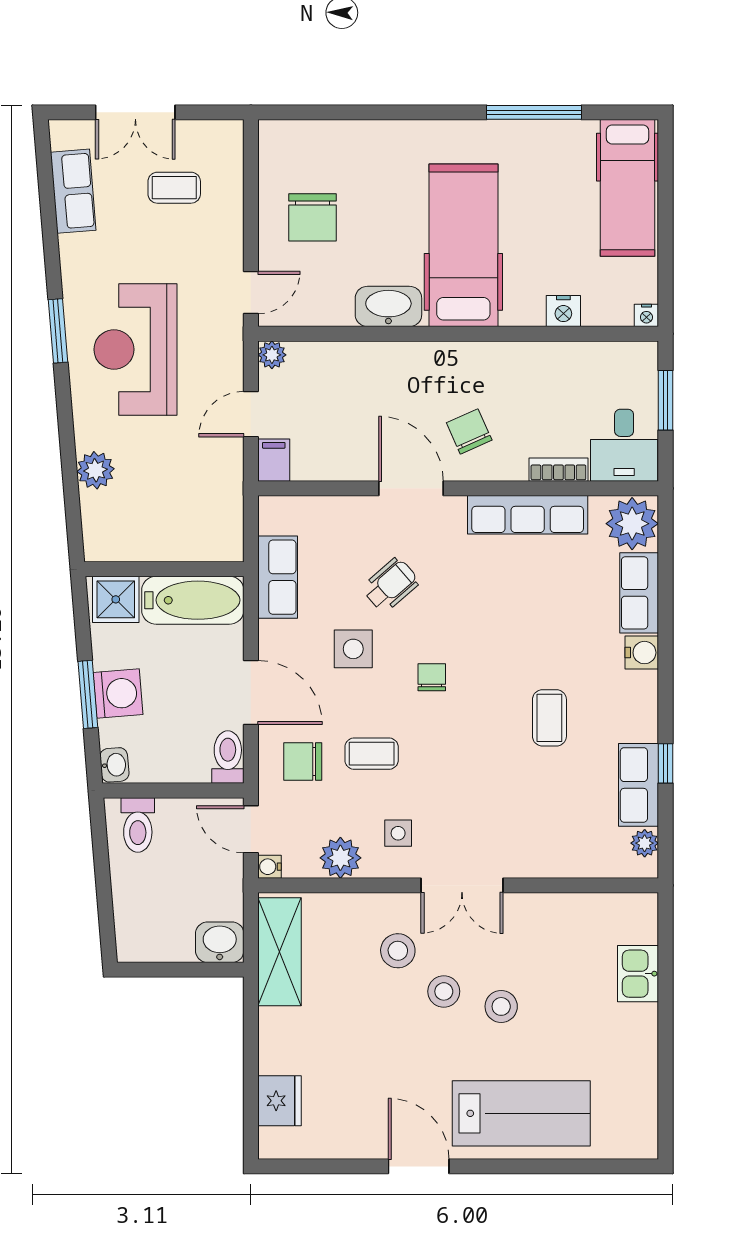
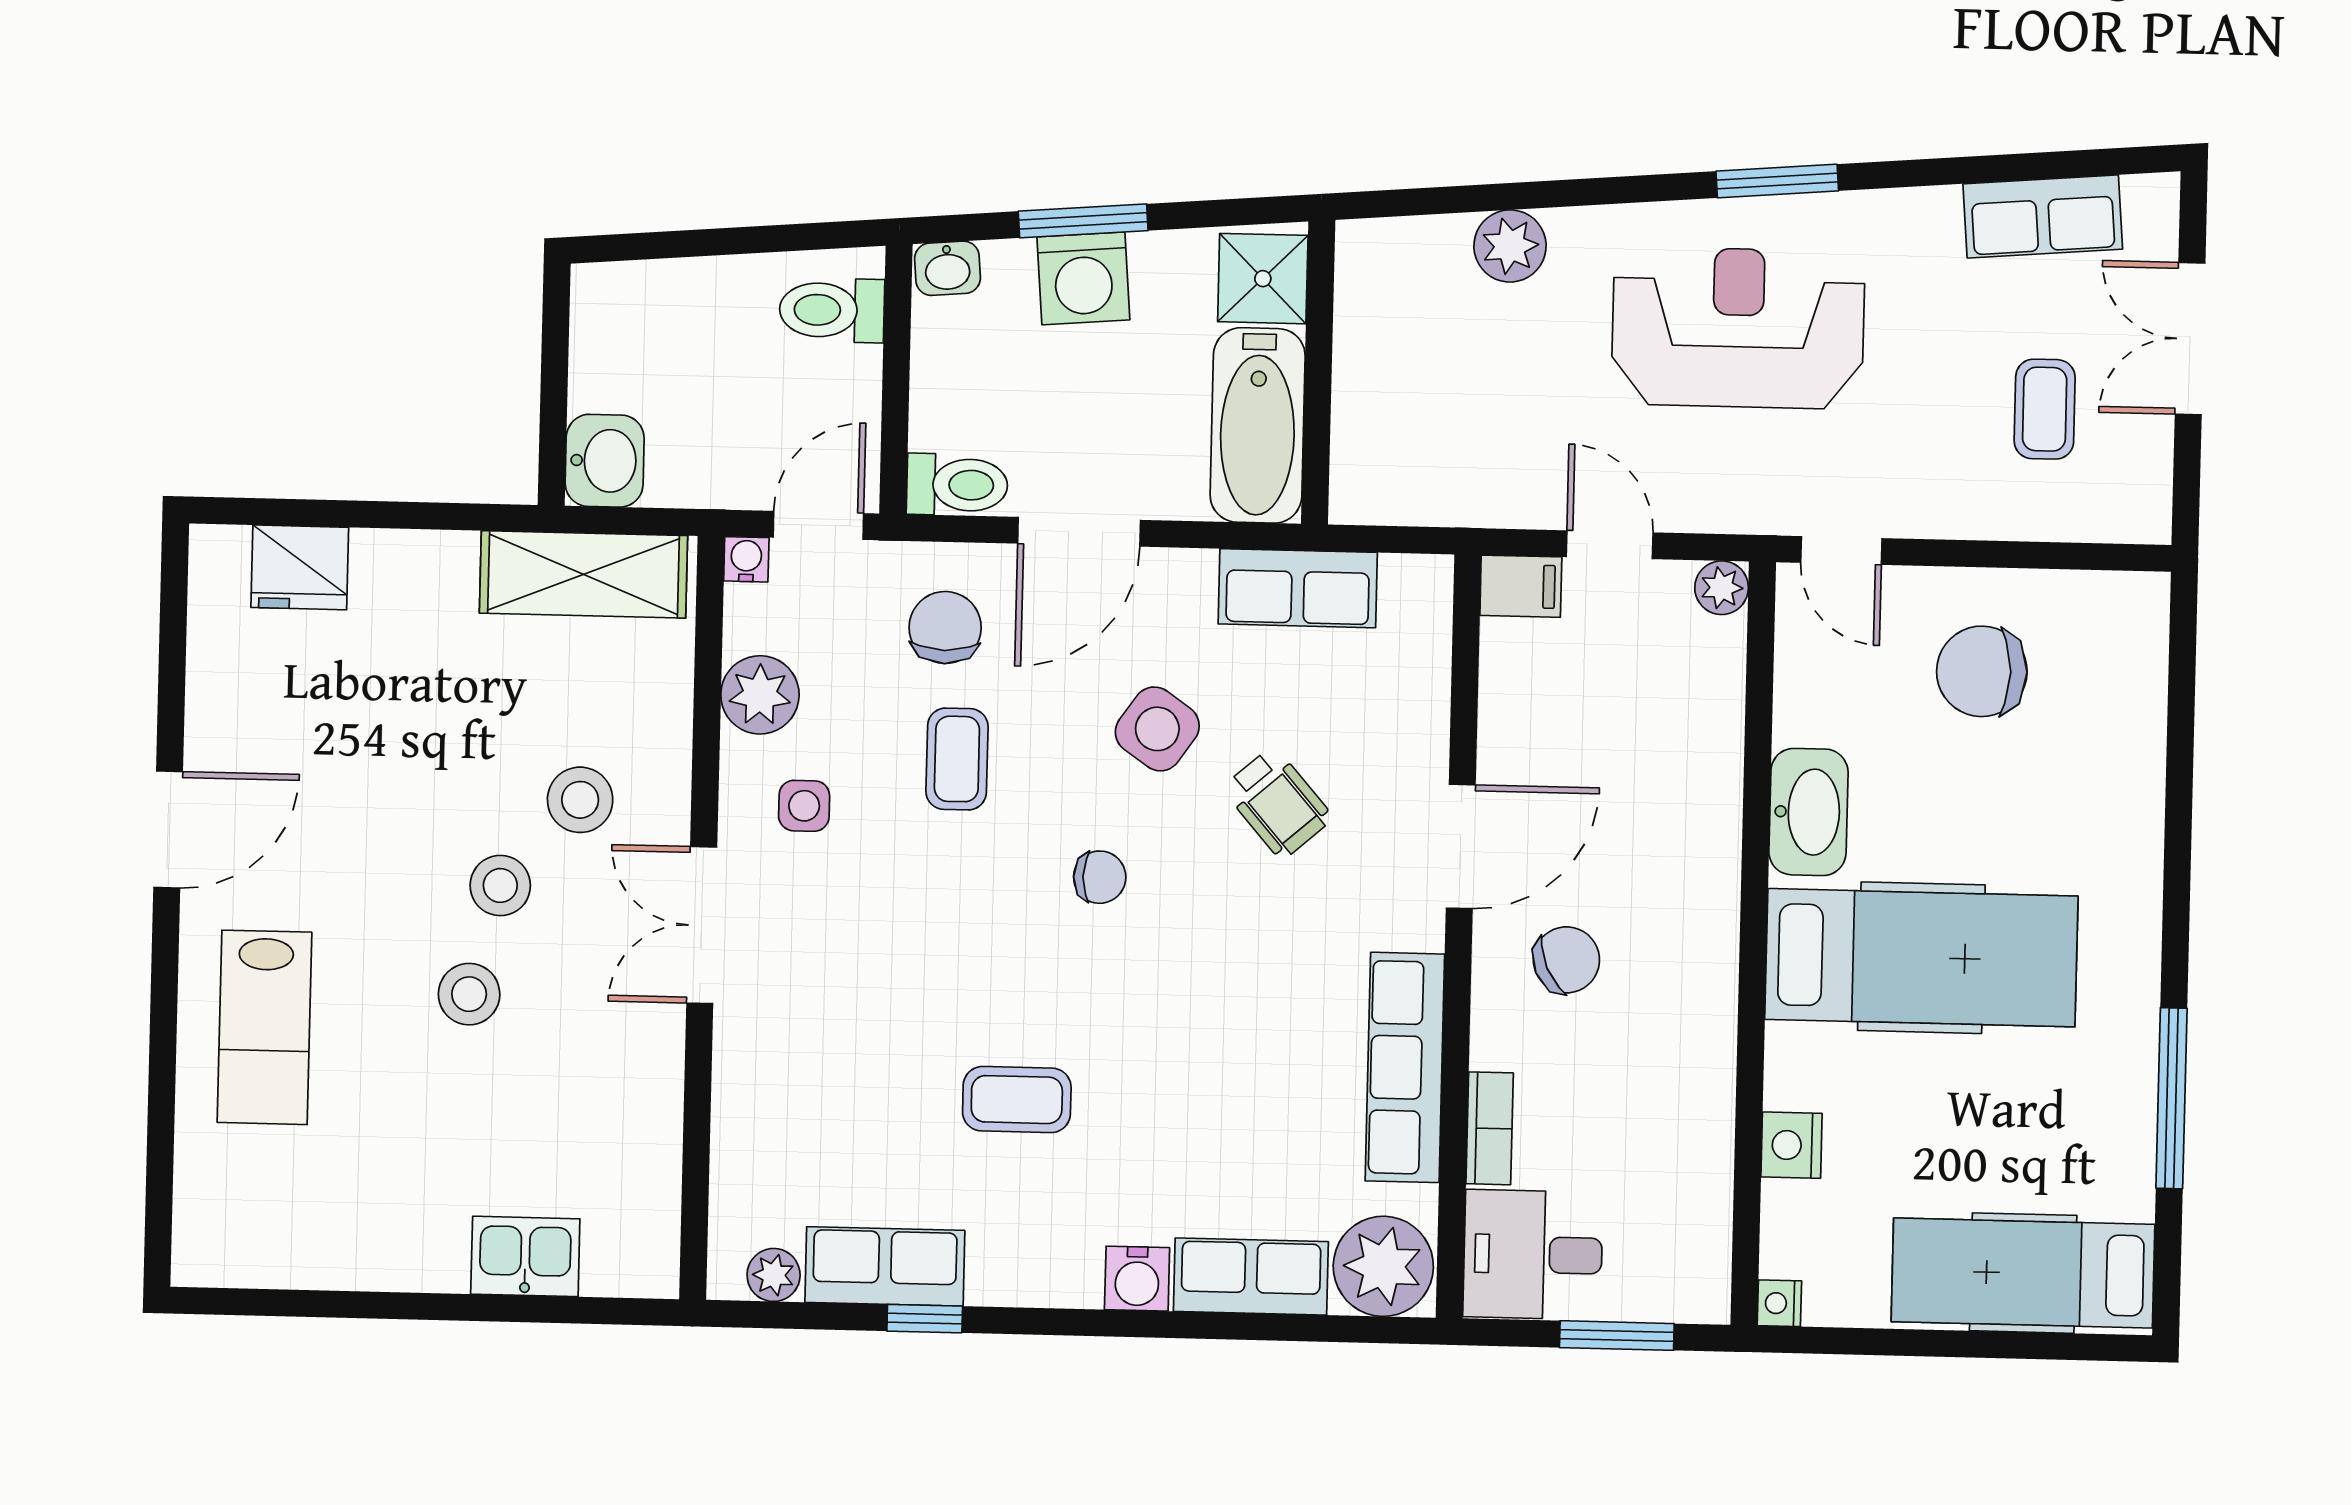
side table: (353, 649) -> (1157, 729), turned 35
lab bench: (521, 1113) -> (264, 1027), width x0.73, depth x0.72

